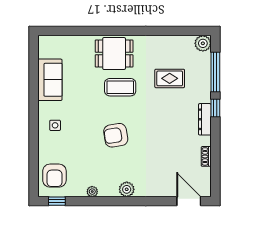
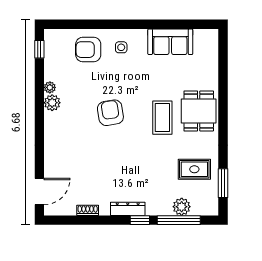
window: (181, 31) -> (223, 183), added
plant: (203, 43) -> (182, 207), moved
rug: (170, 78) -> (194, 169), moved, turned 90
armchair: (54, 176) -> (88, 50), moved
plant: (127, 189) -> (52, 103), moved

